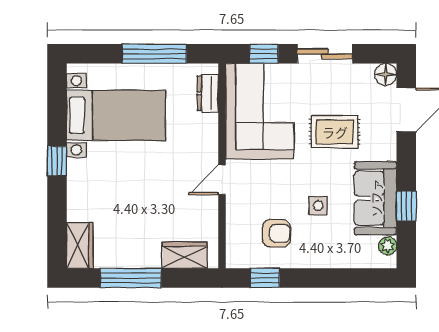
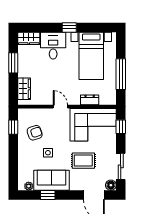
sliding door: (325, 54) -> (121, 166), moved
dresser: (208, 93) -> (90, 100), moved
rug: (335, 132) -> (83, 161), turned 90
desk: (95, 195) -> (53, 46), added
armchair: (276, 233) -> (35, 133), turned -108
window: (131, 278) -> (13, 63), width x0.69

